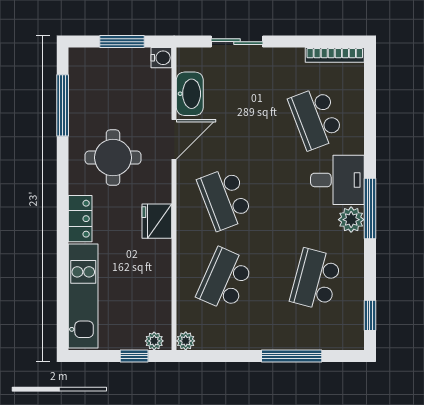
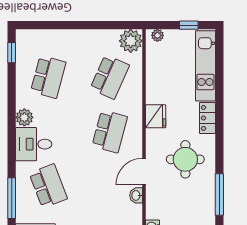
washbasin: (190, 94) -> (136, 195), width x0.52, depth x0.69
school desk: (225, 199) -> (110, 131), turned 36
window: (370, 209) -> (12, 198), moved
plant: (186, 341) -> (131, 41), width x1.87, depth x1.87
window: (134, 356) -> (189, 25), moved
window: (292, 356) -> (65, 25), removed

